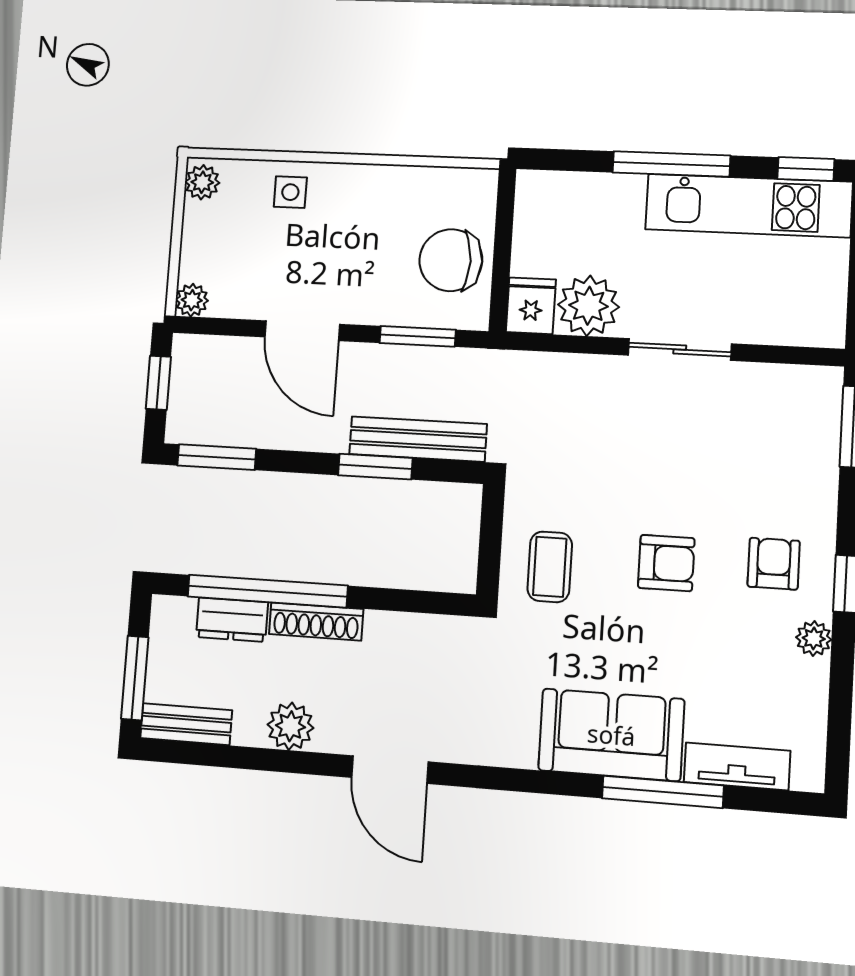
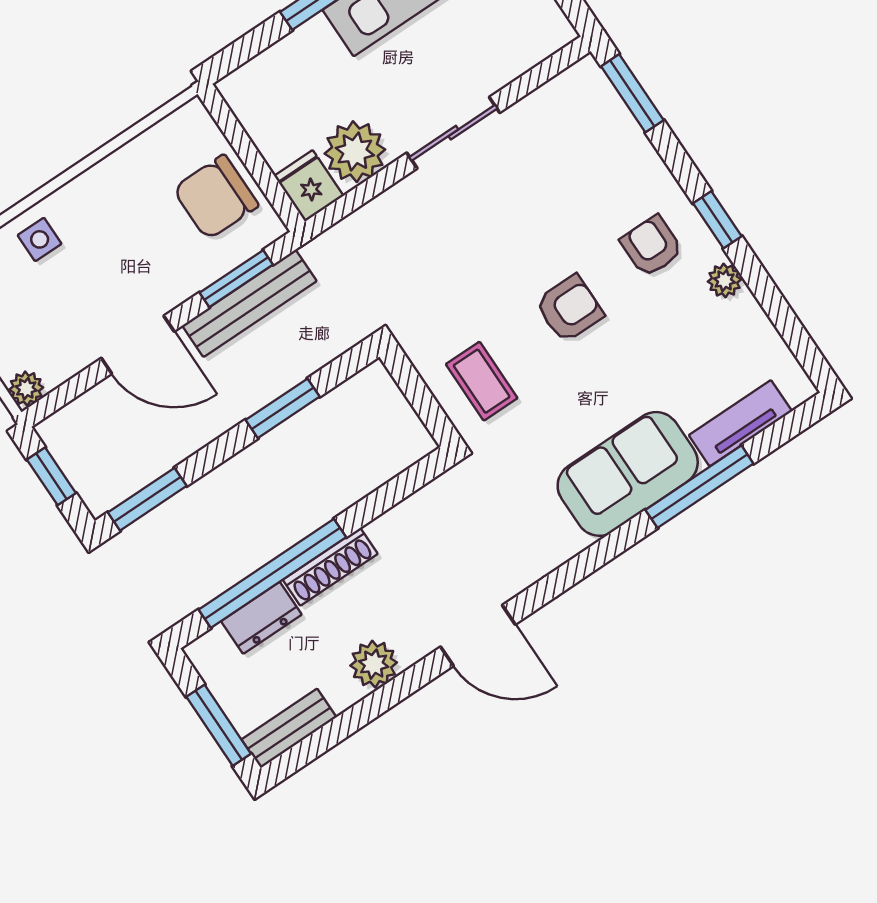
bench: (418, 439) -> (249, 303), moved

